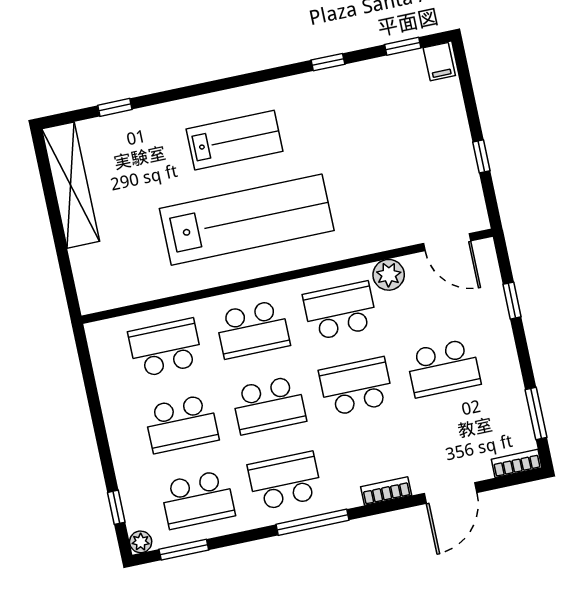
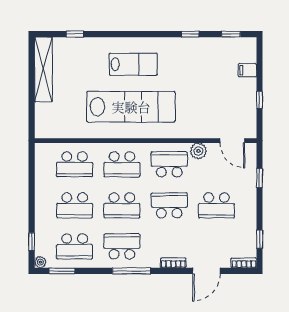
filing cabinet: (439, 62) -> (248, 70), moved, turned 90
school desk: (165, 348) -> (75, 164), turned 180
window: (536, 414) -> (260, 239), width x0.67

